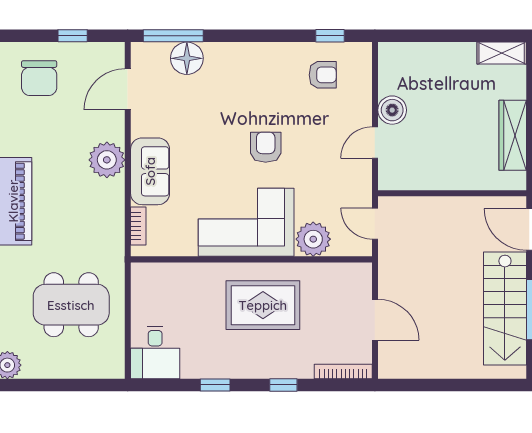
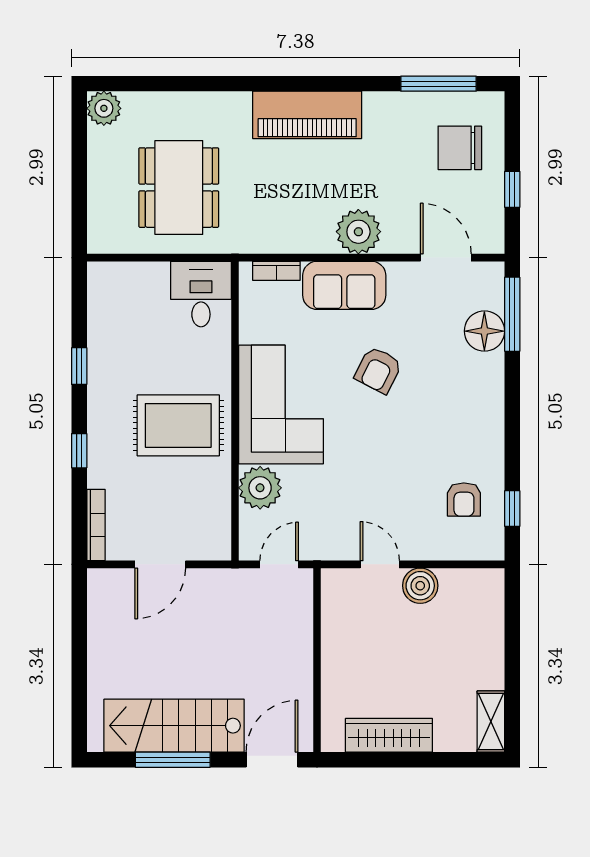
armchair: (266, 147) -> (378, 370), moved, turned 117
rug: (263, 305) -> (178, 425), turned 90
desk: (155, 352) -> (201, 294), moved, turned 90

